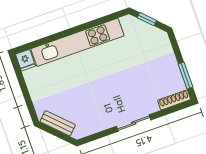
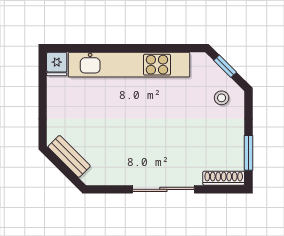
stool: (152, 43) -> (222, 98), added
sliding door: (134, 123) -> (163, 189), width x1.37

